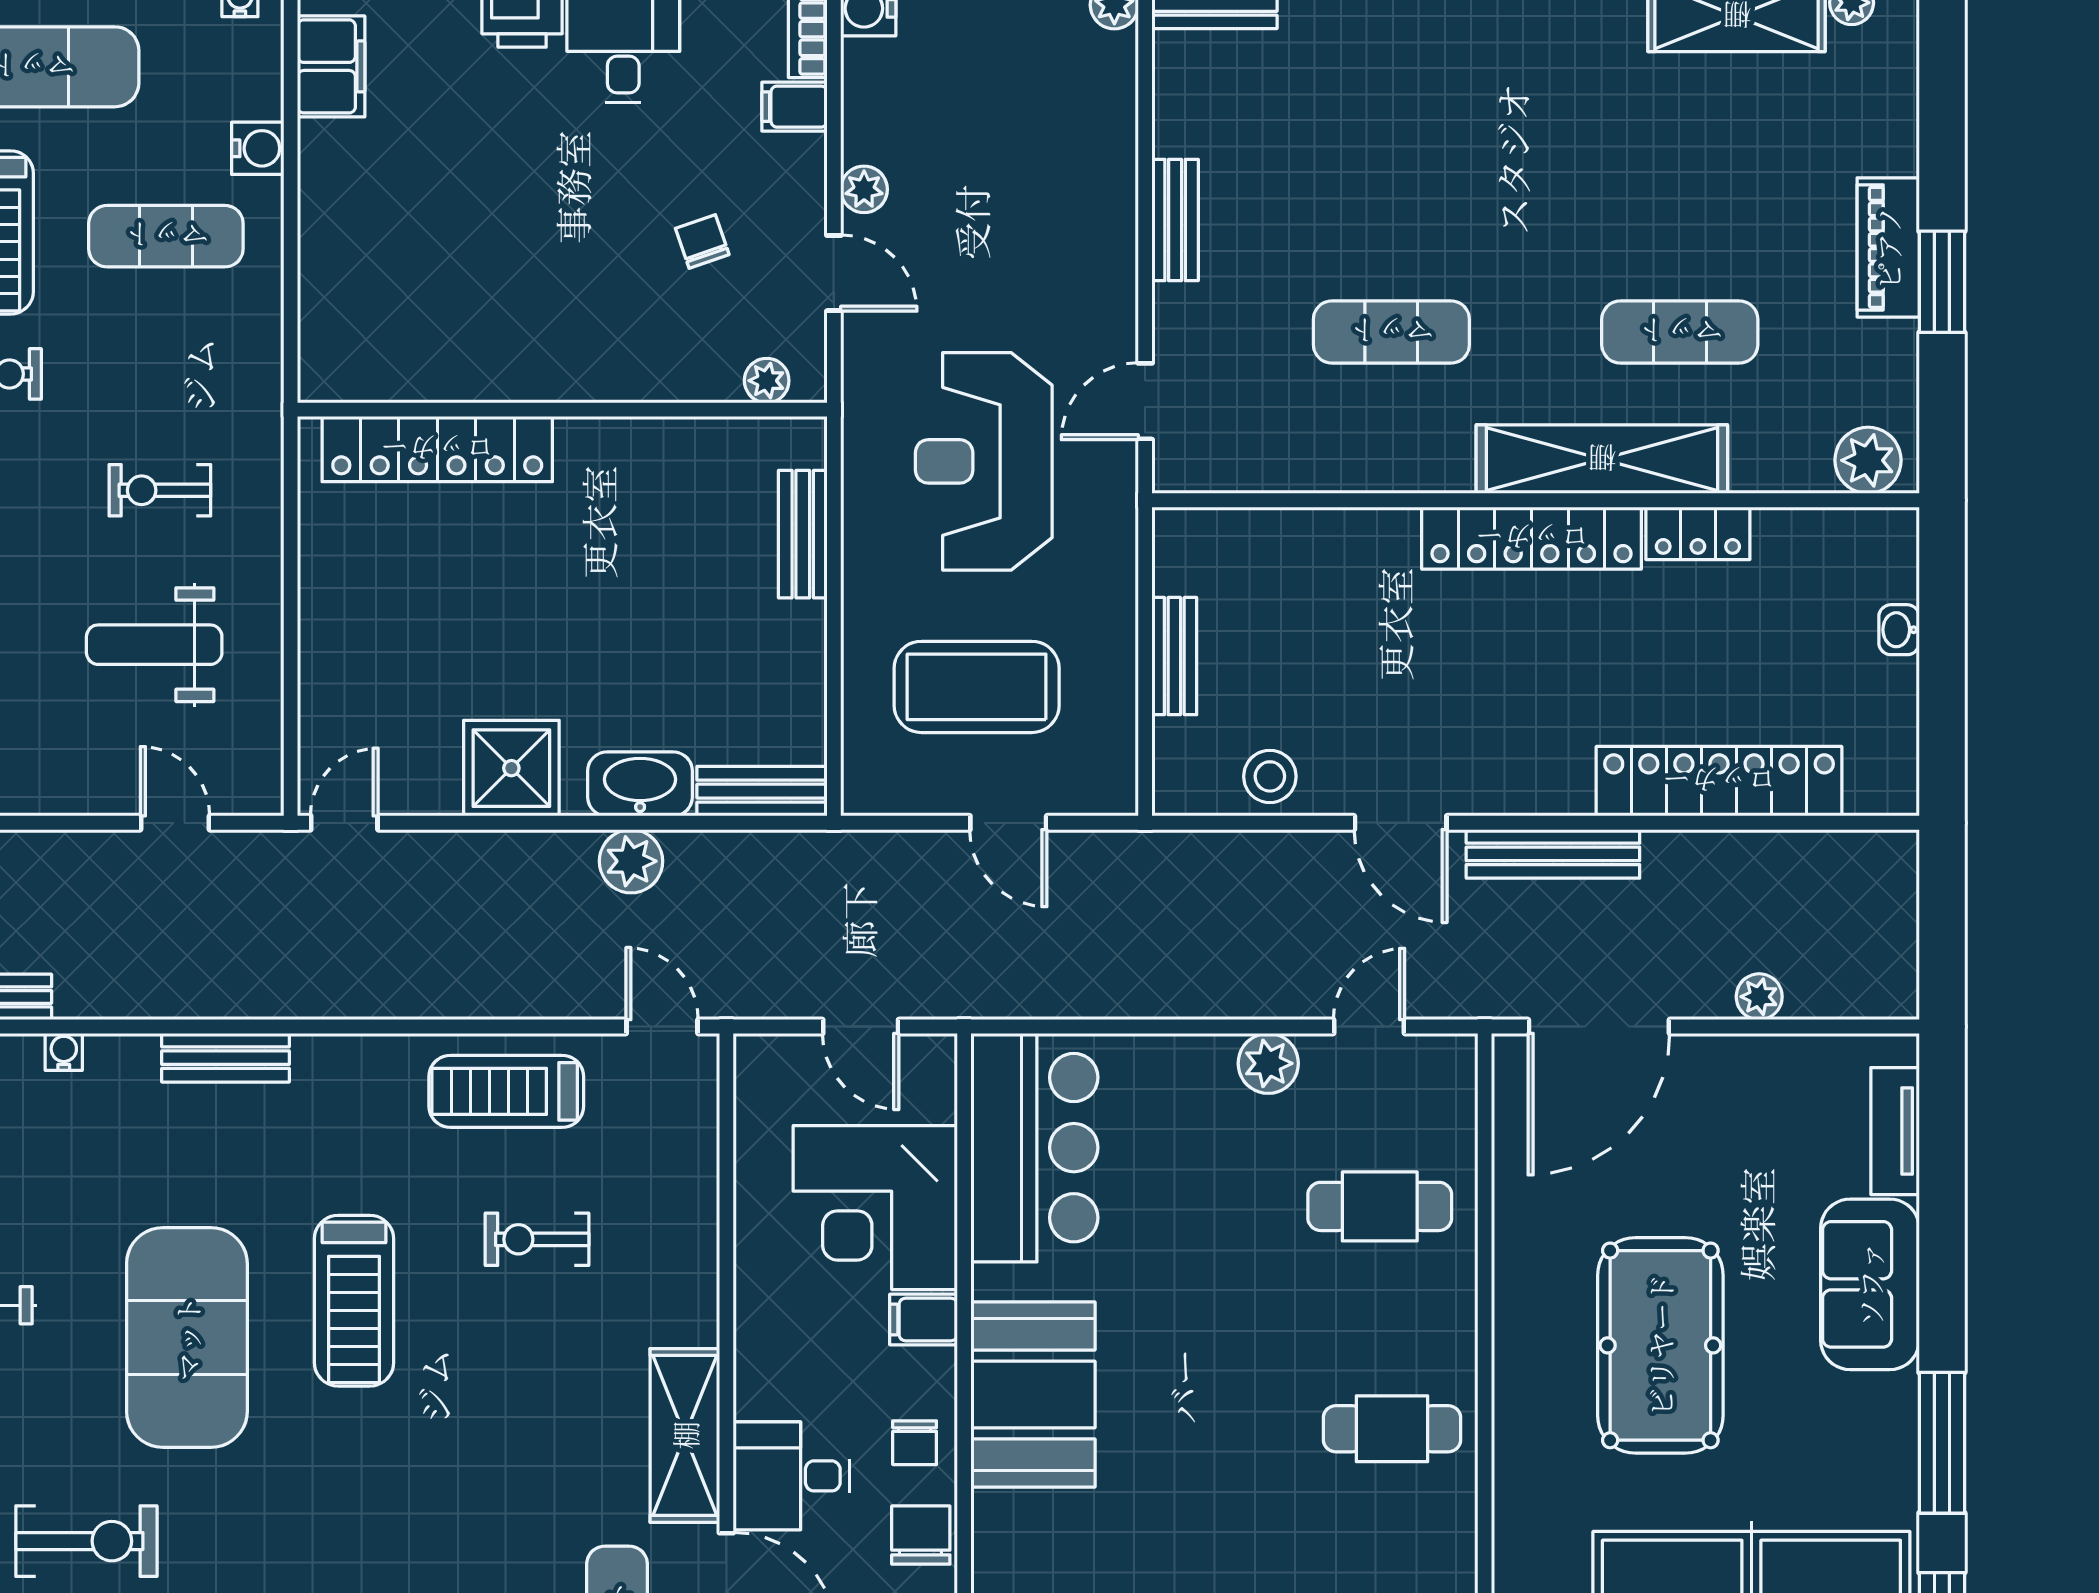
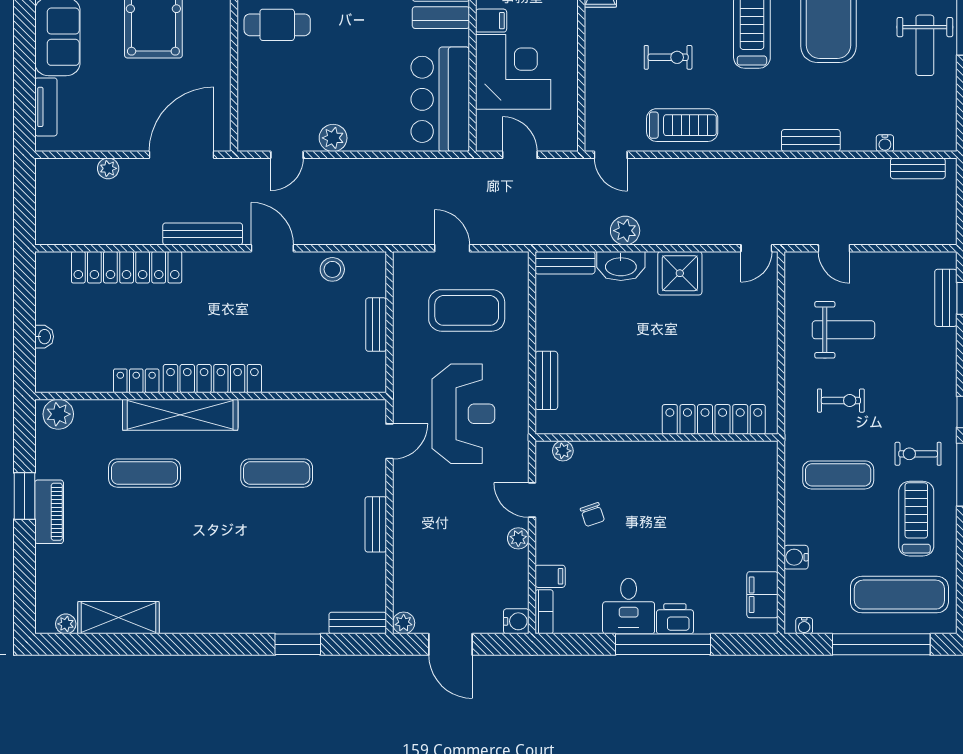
exercise mat: (166, 236) -> (838, 475), moved
cafe table: (1380, 1206) -> (277, 25), moved

